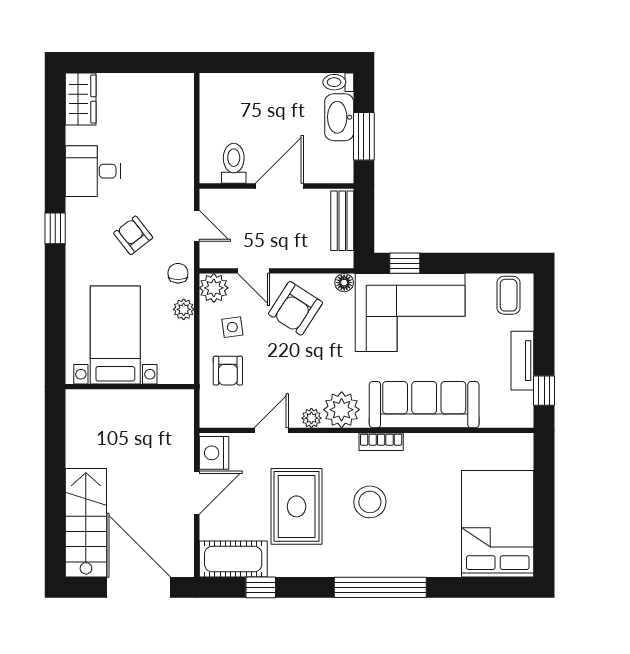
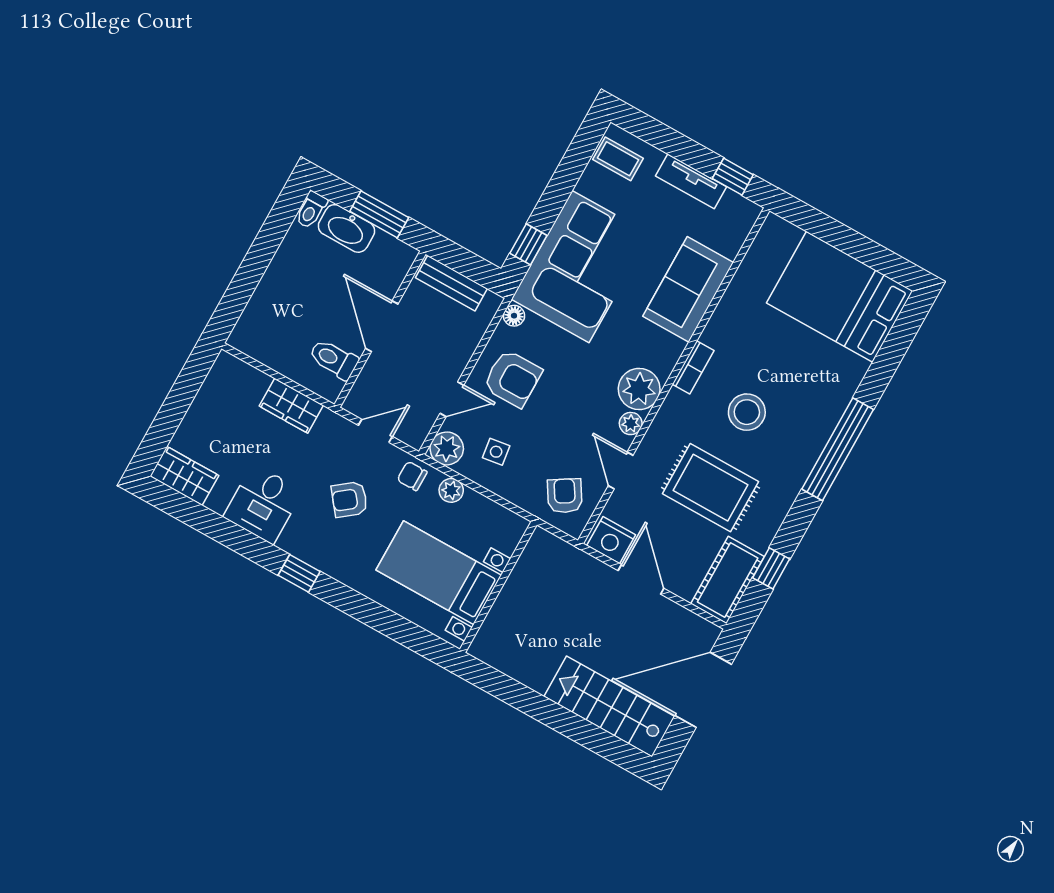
wardrobe: (180, 151) -> (291, 406), added
armchair: (295, 308) -> (512, 378), turned -33
armchair: (228, 371) -> (565, 496), moved, turned -122
sofa: (424, 405) -> (688, 289), width x0.73

